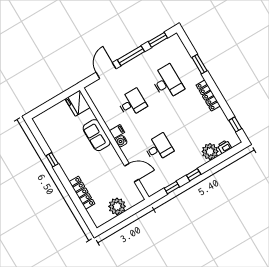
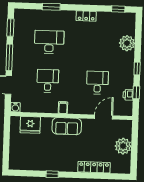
locker: (208, 95) -> (86, 16), width x0.66
fridge: (78, 103) -> (30, 125), moved
sofa: (97, 135) -> (67, 126), moved
water cooler: (121, 141) -> (15, 107), moved
printer: (224, 147) -> (128, 95), moved

